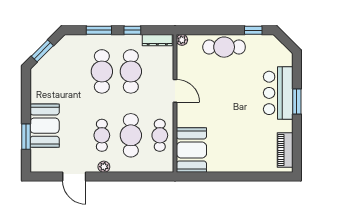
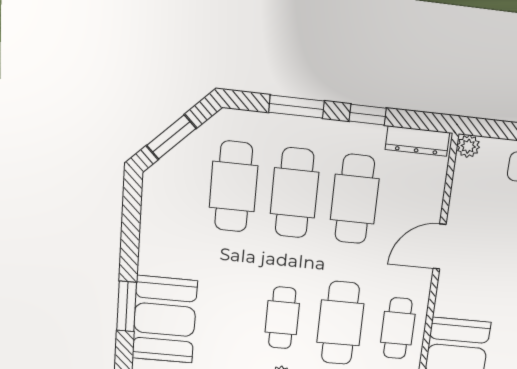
cafe table: (73, 71) -> (234, 187), added
door: (175, 91) -> (440, 247), swing flipped
booth: (45, 126) -> (165, 320), moved

